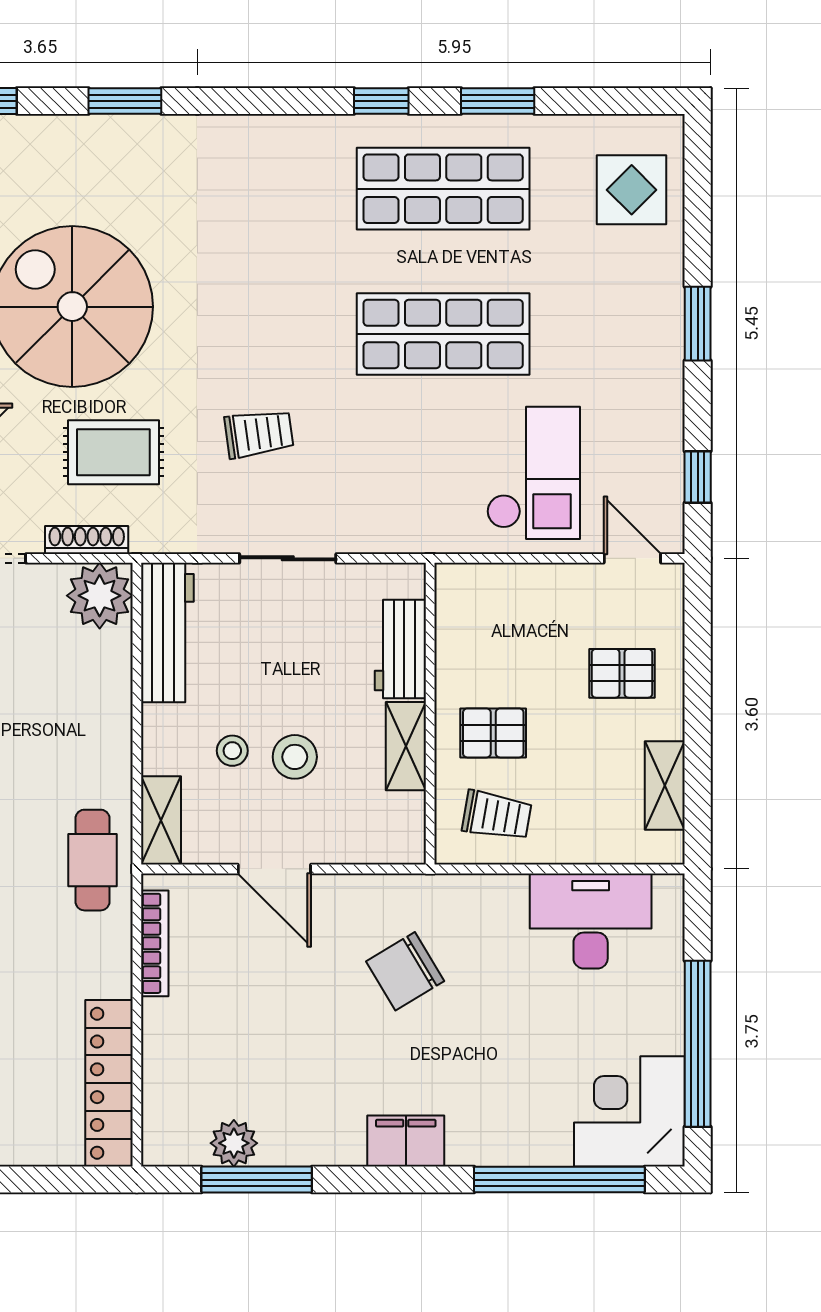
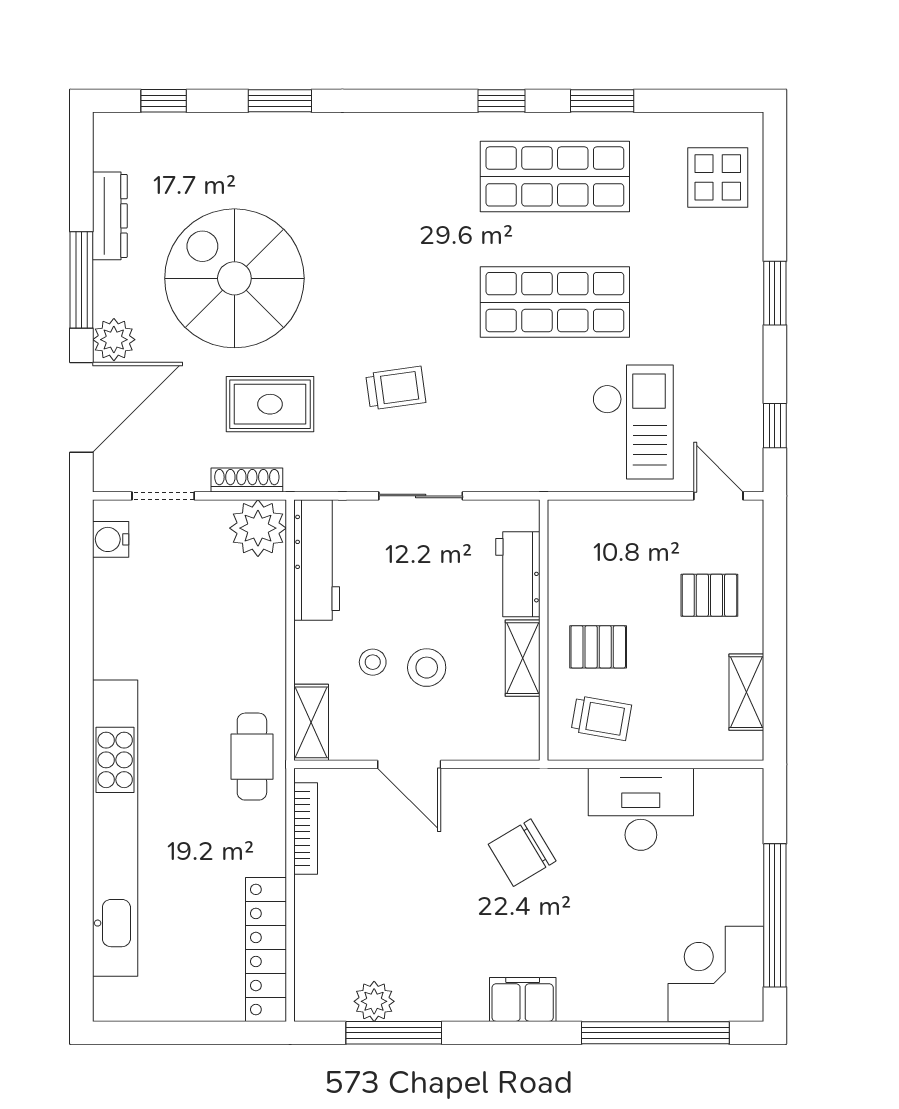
desk: (591, 921) -> (641, 809), moved

